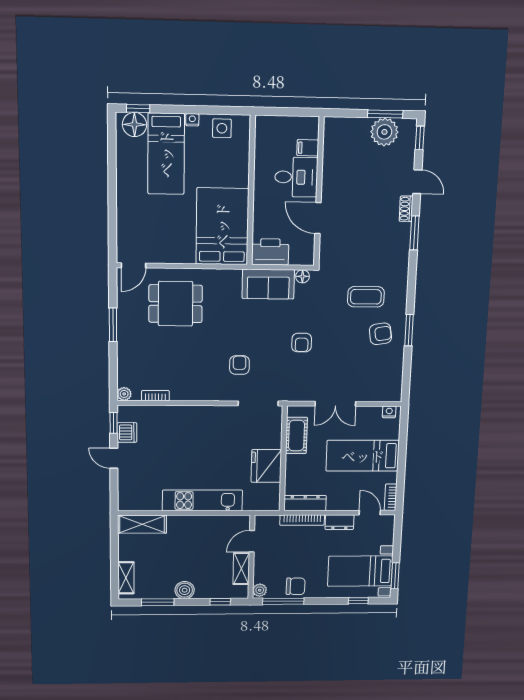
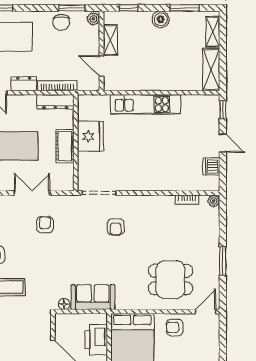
armchair: (171, 247) -> (175, 327), added
printer: (270, 252) -> (96, 340), moved, turned 90
armchair: (302, 343) -> (45, 225), moved
window: (114, 423) -> (223, 110), moved
cot: (296, 435) -> (65, 146), moved
shelving: (142, 524) -> (211, 70), moved, turned 90
door: (252, 541) -> (102, 66), swing flipped
chair: (296, 586) -> (61, 22), turned -91
window: (283, 601) -> (72, 8), width x0.69

